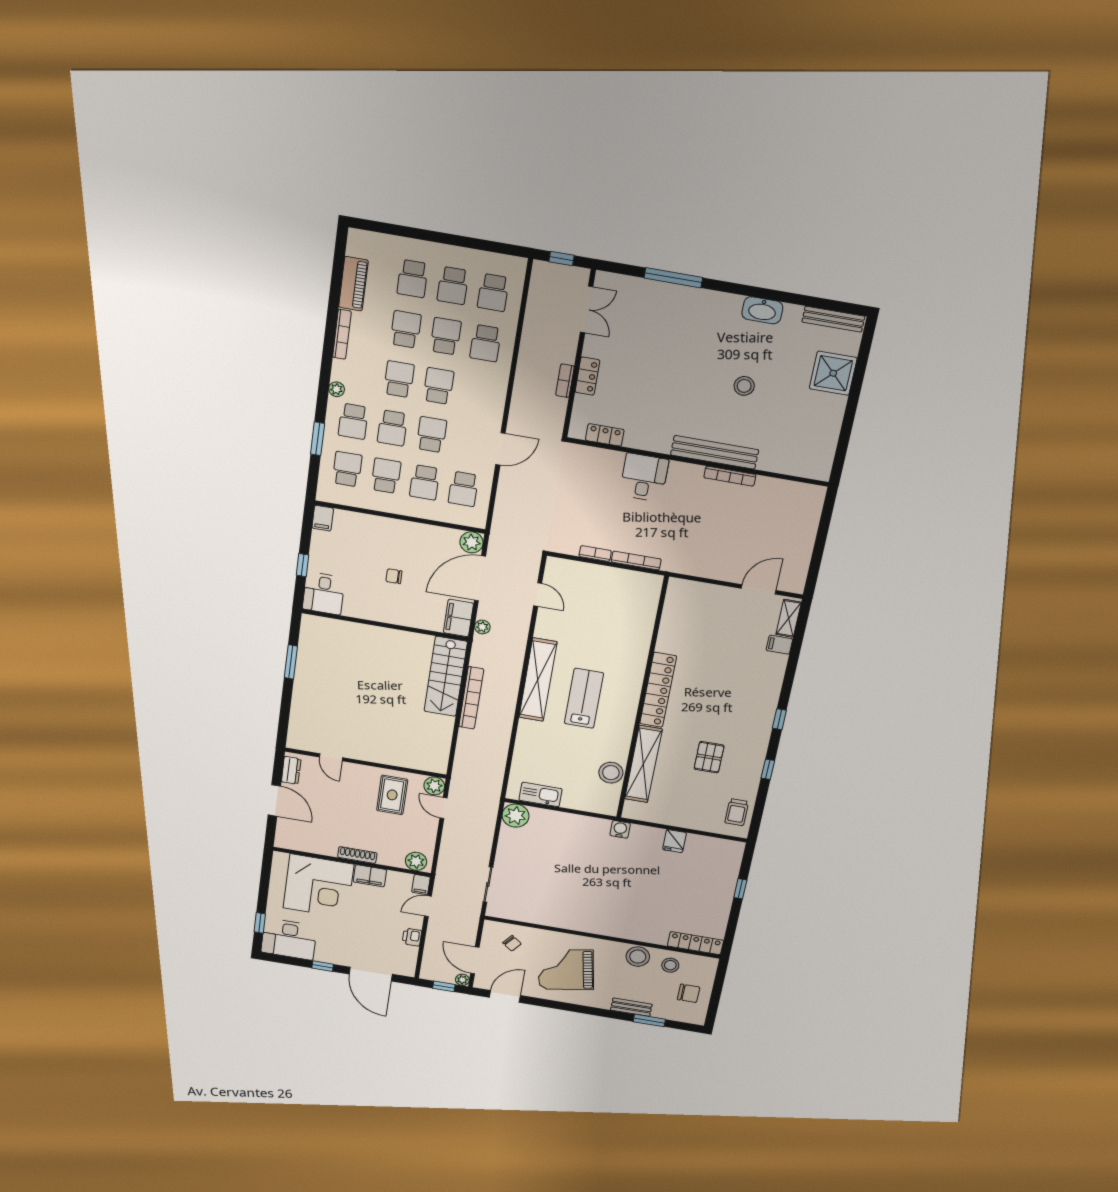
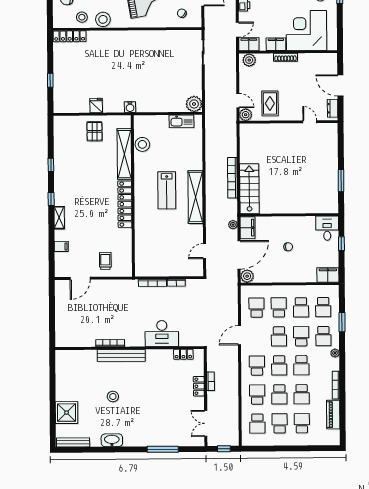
school desk: (493, 292) -> (257, 424), turned 180
school desk: (478, 393) -> (257, 366), added
school desk: (353, 421) -> (323, 336), turned 180
desk: (644, 477) -> (162, 333), width x1.37
filing cabinet: (323, 518) -> (328, 275), width x2.00
door: (538, 595) -> (205, 251), hinge flipped
shelving: (789, 618) -> (59, 218), moved
pallet: (709, 757) -> (95, 131), moved
trolley: (737, 812) -> (105, 261), moved
filing cabinet: (421, 885) -> (249, 44), width x2.00

